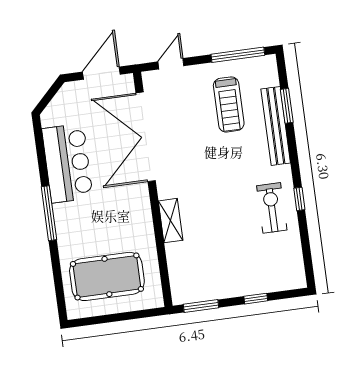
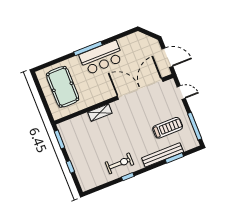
treadmill: (229, 104) -> (168, 128), turned 180
bar counter: (67, 163) -> (101, 58), moved

